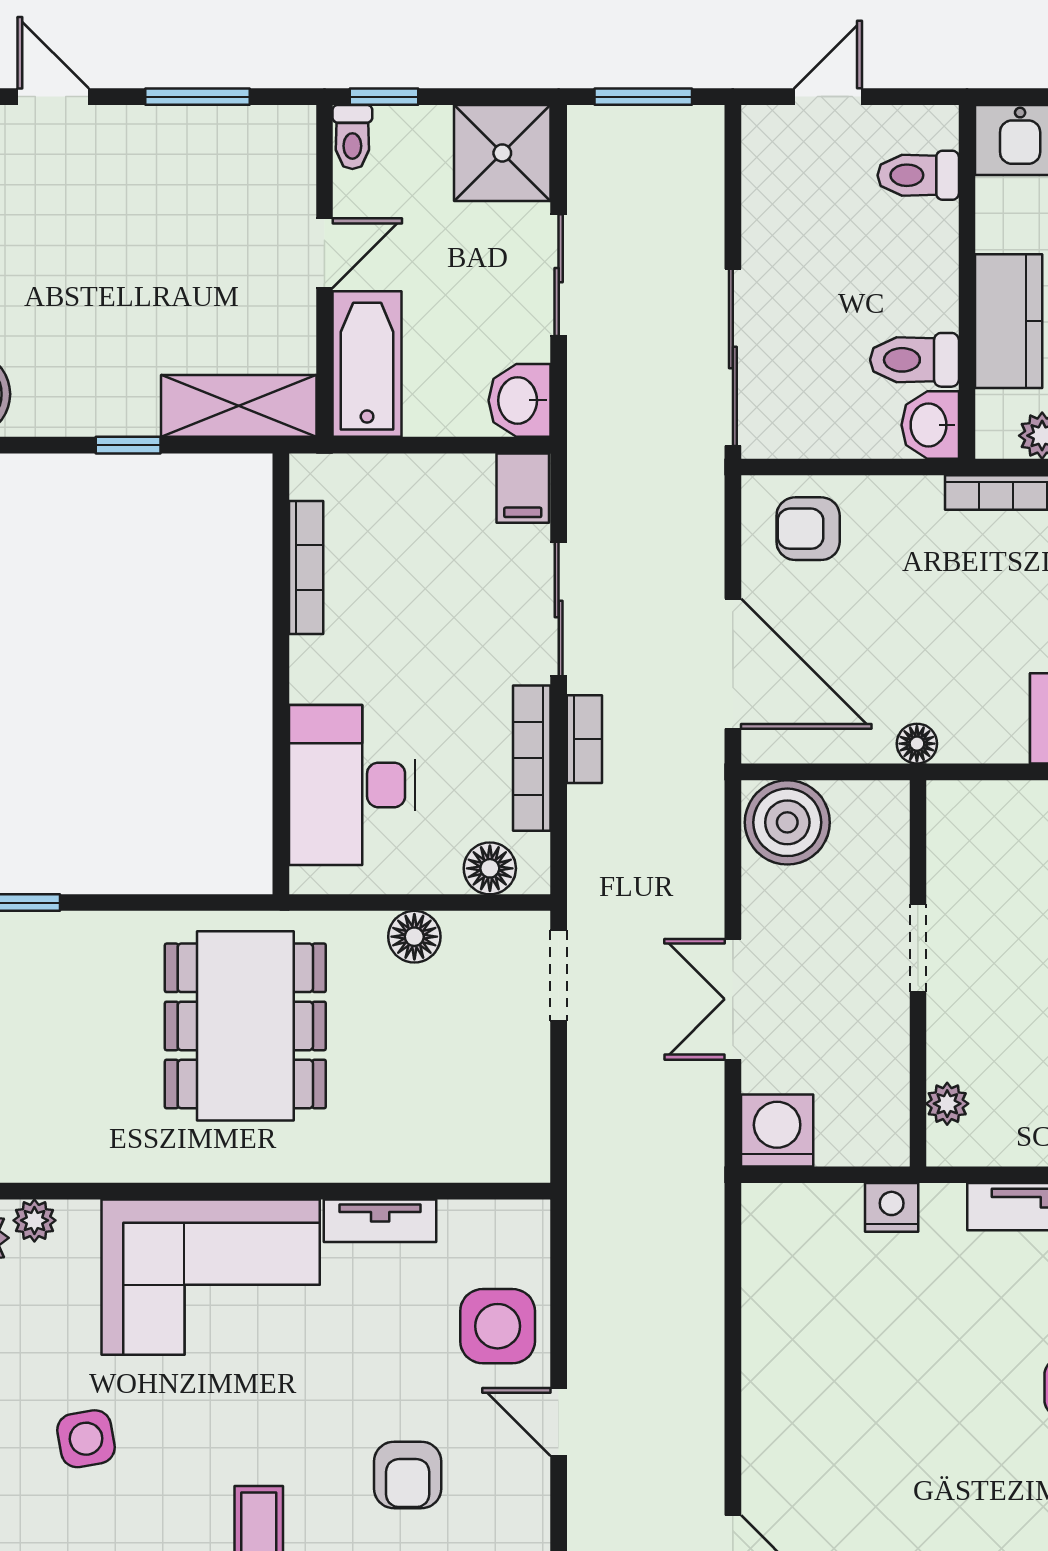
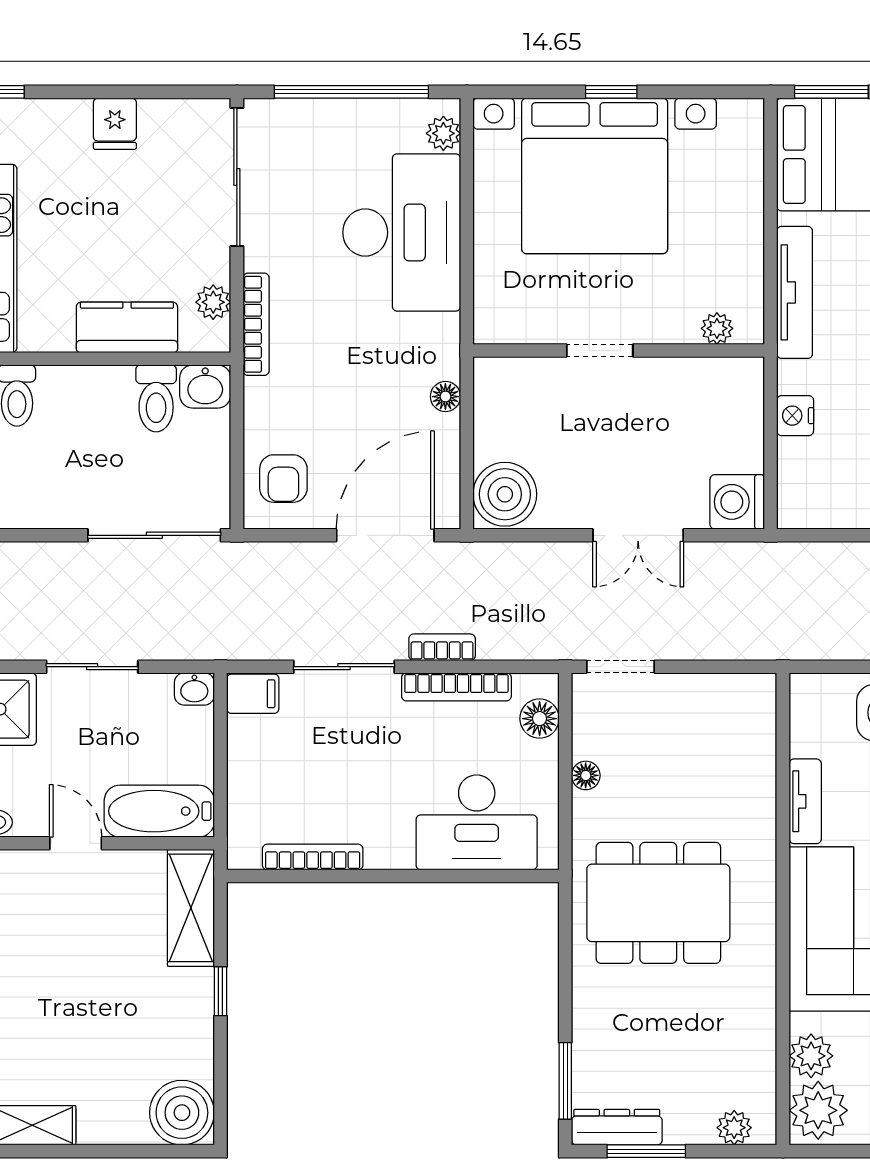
washbasin: (520, 400) -> (194, 689), width x0.72, depth x0.69
floor lamp: (414, 937) -> (586, 775), width x0.73, depth x0.73
doorway: (918, 948) -> (600, 351), moved
wall: (918, 973) -> (619, 351), moved
plant: (947, 1104) -> (717, 328), moved
plant: (34, 1220) -> (811, 1056), width x1.38, depth x1.38

